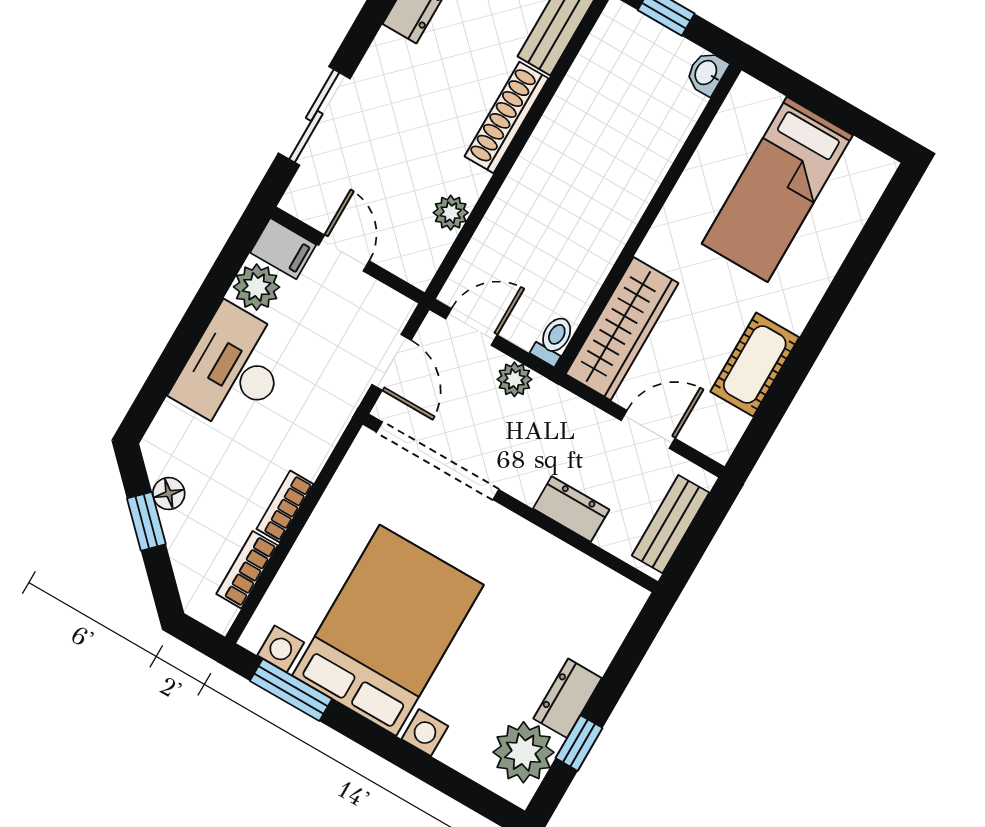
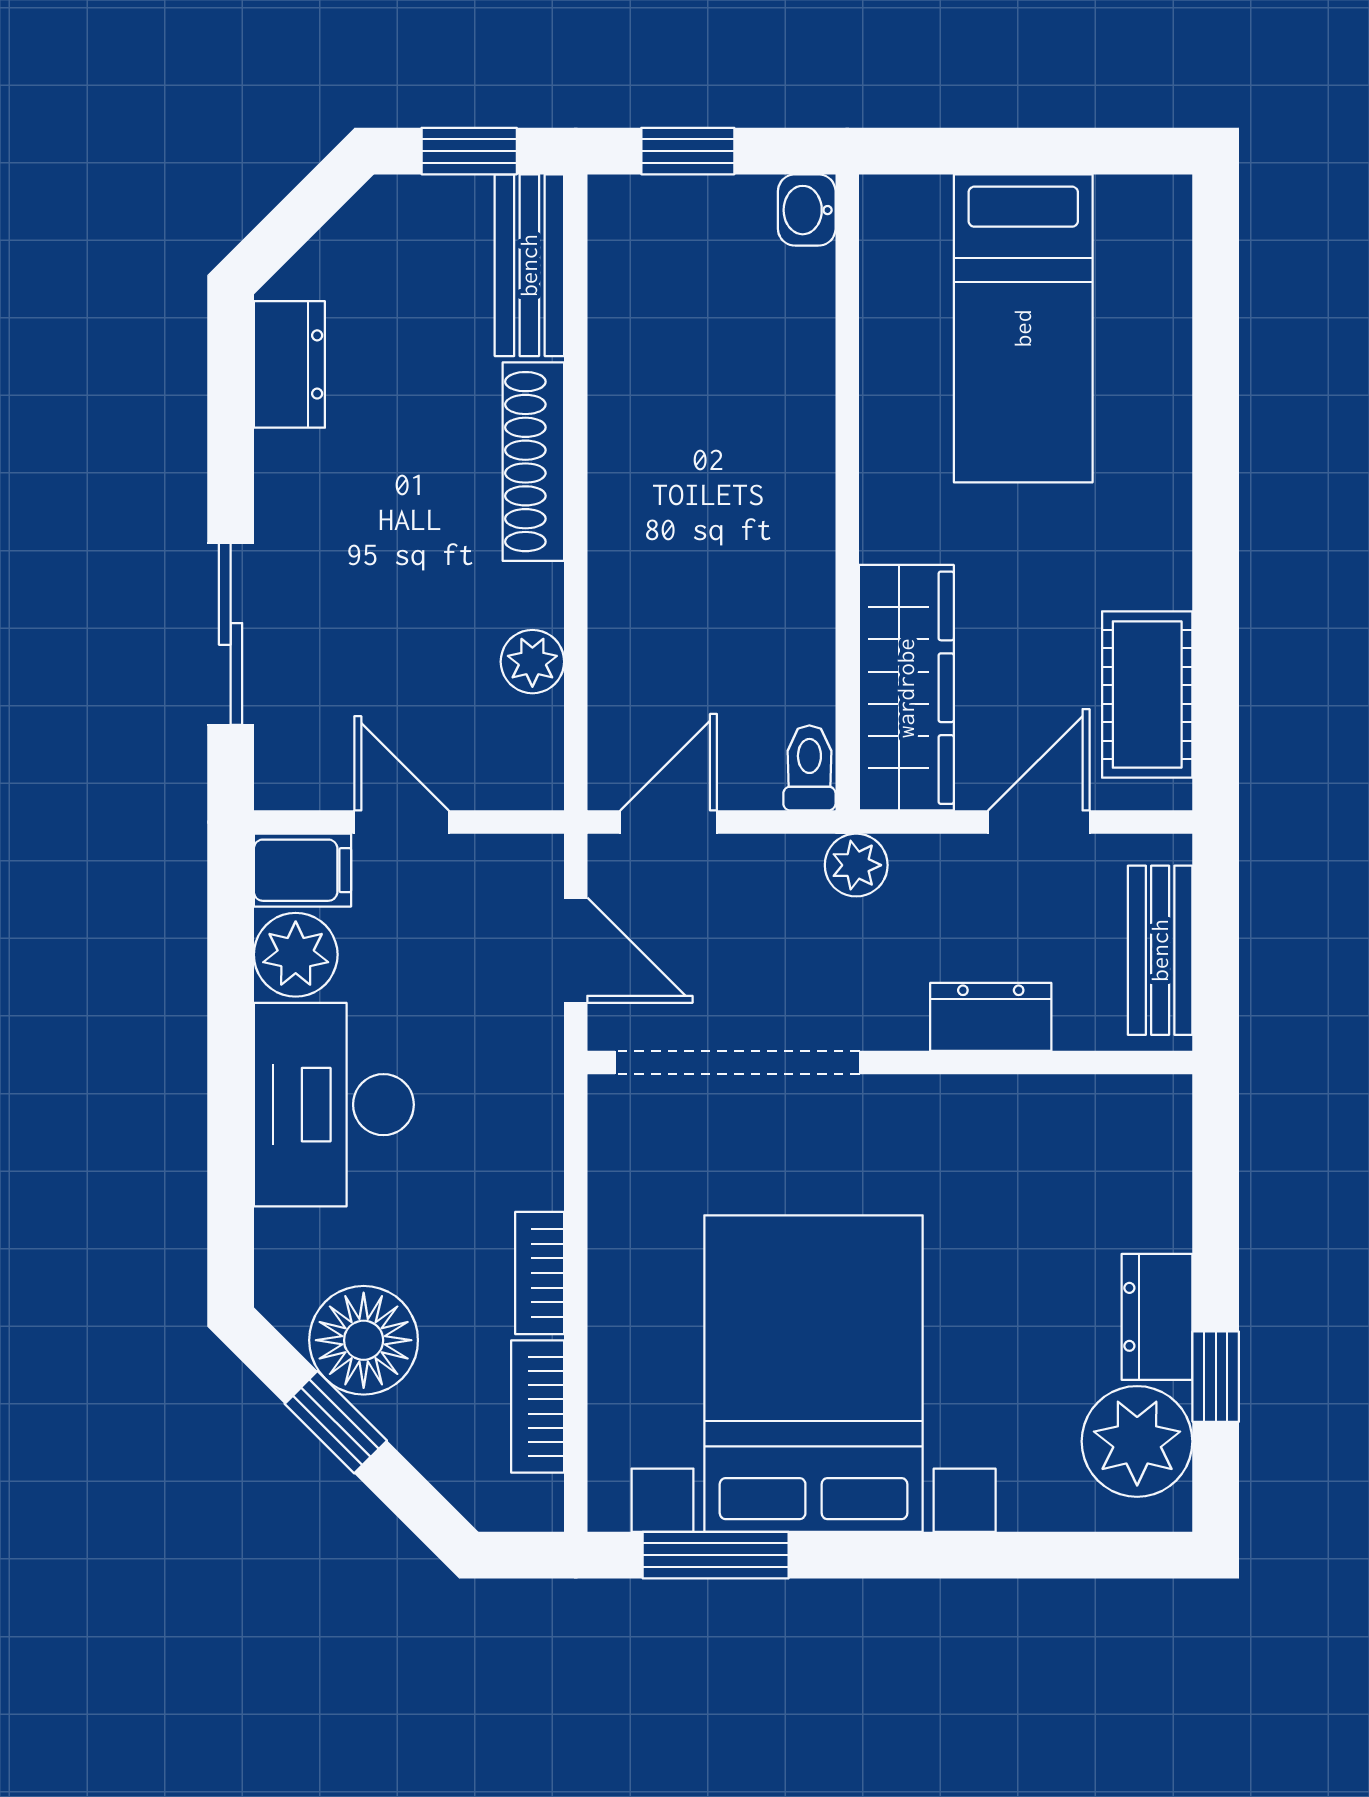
cot: (755, 365) -> (1147, 694), moved
plant: (514, 379) -> (856, 865), moved
floor lamp: (169, 493) -> (364, 1340), width x1.89, depth x1.89

